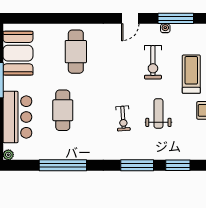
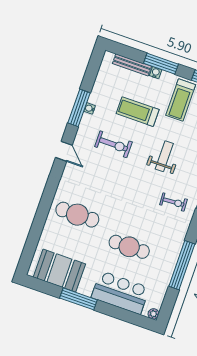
water cooler: (165, 28) -> (90, 108), moved
weight bench: (158, 113) -> (164, 156), turned 90
exercise bike: (123, 118) -> (173, 202), moved

